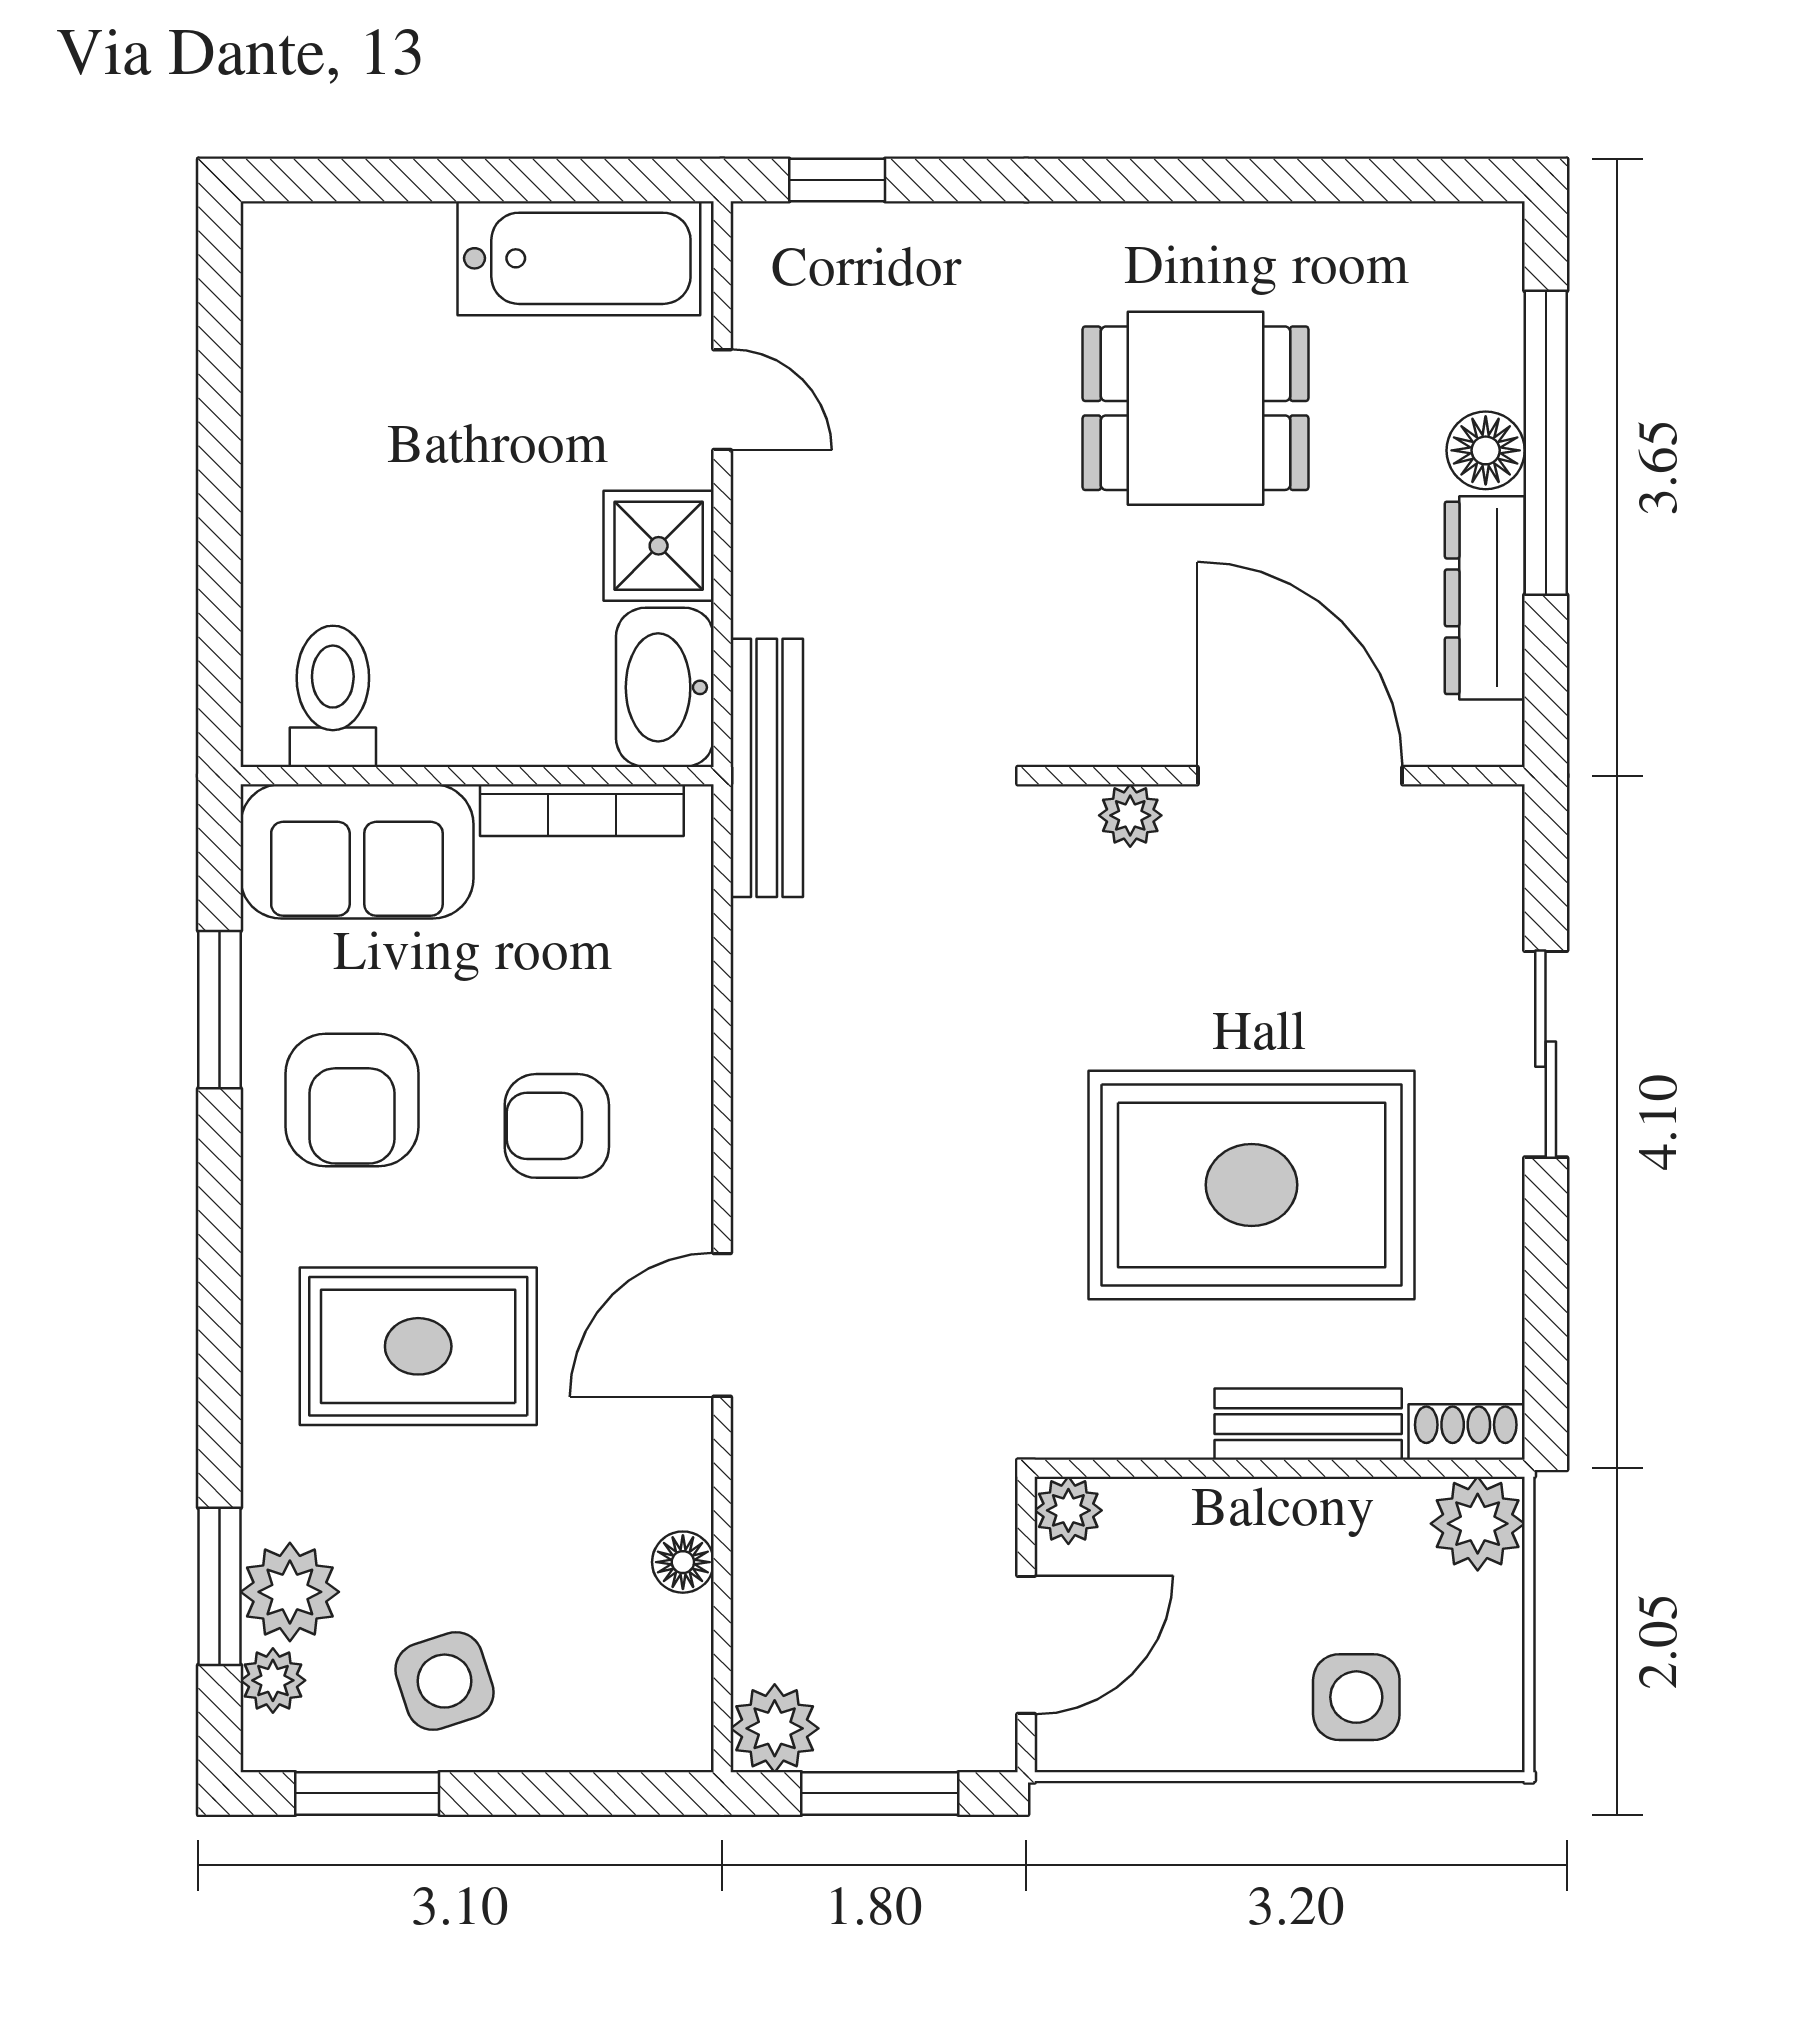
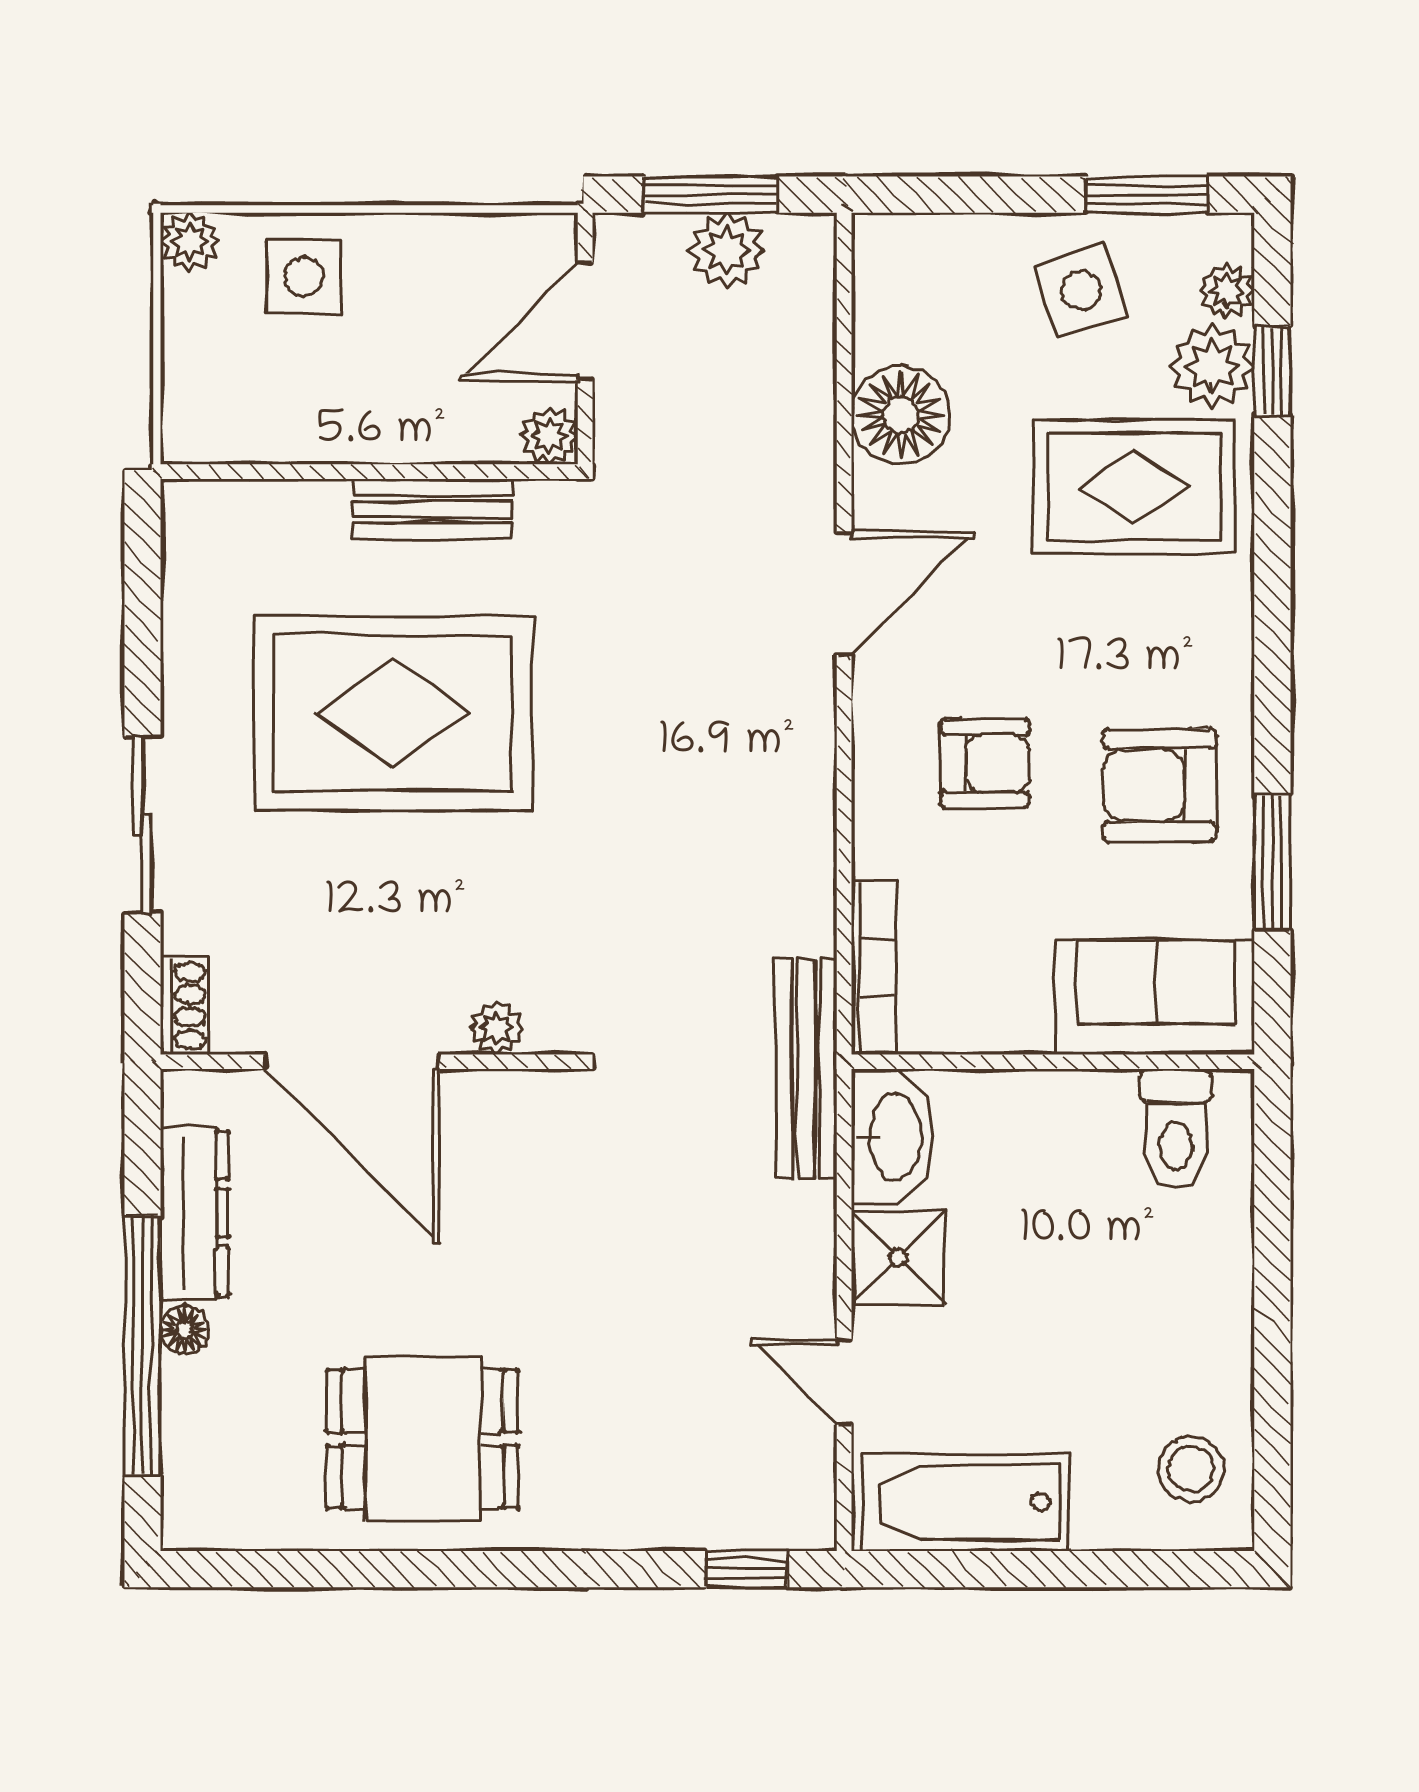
stool: (315, 298) -> (1191, 1469), added
dining table: (1196, 408) -> (423, 1439), moved
floor lamp: (1486, 450) -> (185, 1330), width x0.73, depth x0.73
bookcase: (582, 810) -> (874, 968), moved, turned 90
armchair: (352, 1100) -> (1159, 785), turned -90
rug: (418, 1346) -> (1134, 487), moved
bench: (1308, 1424) -> (432, 509), moved
shoe rack: (1466, 1432) -> (184, 1006), moved, turned -90
plant: (1478, 1524) -> (190, 242), moved, width x0.73, depth x0.73
floor lamp: (683, 1562) -> (901, 415), width x1.89, depth x1.89
window: (219, 1586) -> (1272, 371), width x0.67
plant: (775, 1728) -> (727, 250), moved

